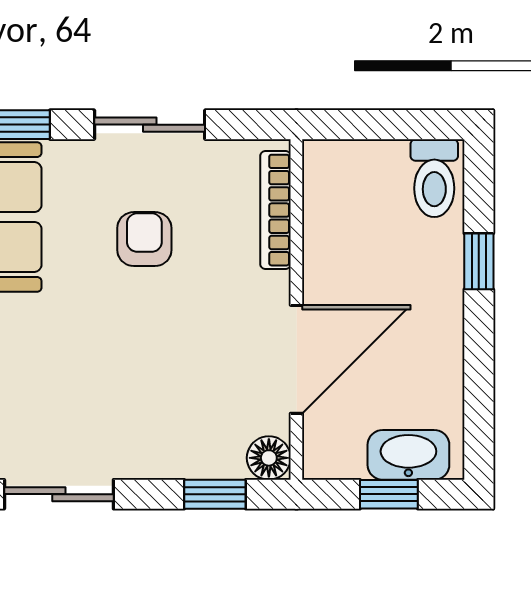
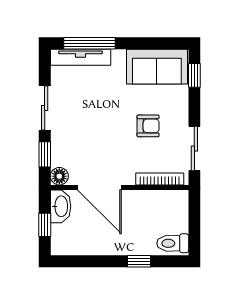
sliding door: (150, 125) -> (194, 148), moved
washbasin: (408, 455) -> (61, 206), moved
sliding door: (59, 494) -> (45, 108), moved

